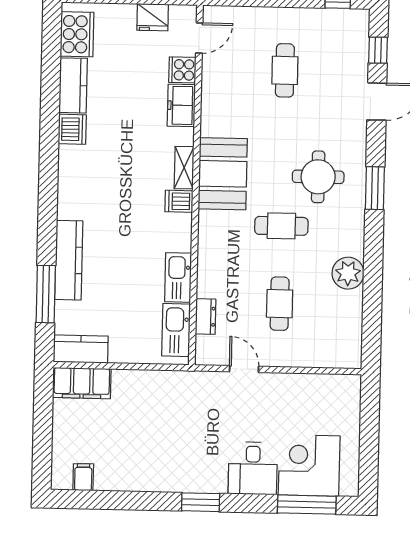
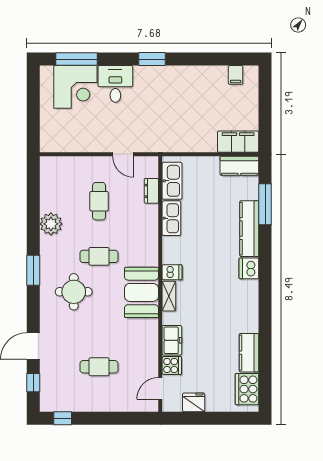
cafe table: (285, 70) -> (99, 367), turned 90
dishwasher: (72, 129) -> (249, 268), moved
window: (375, 188) -> (33, 270), moved

